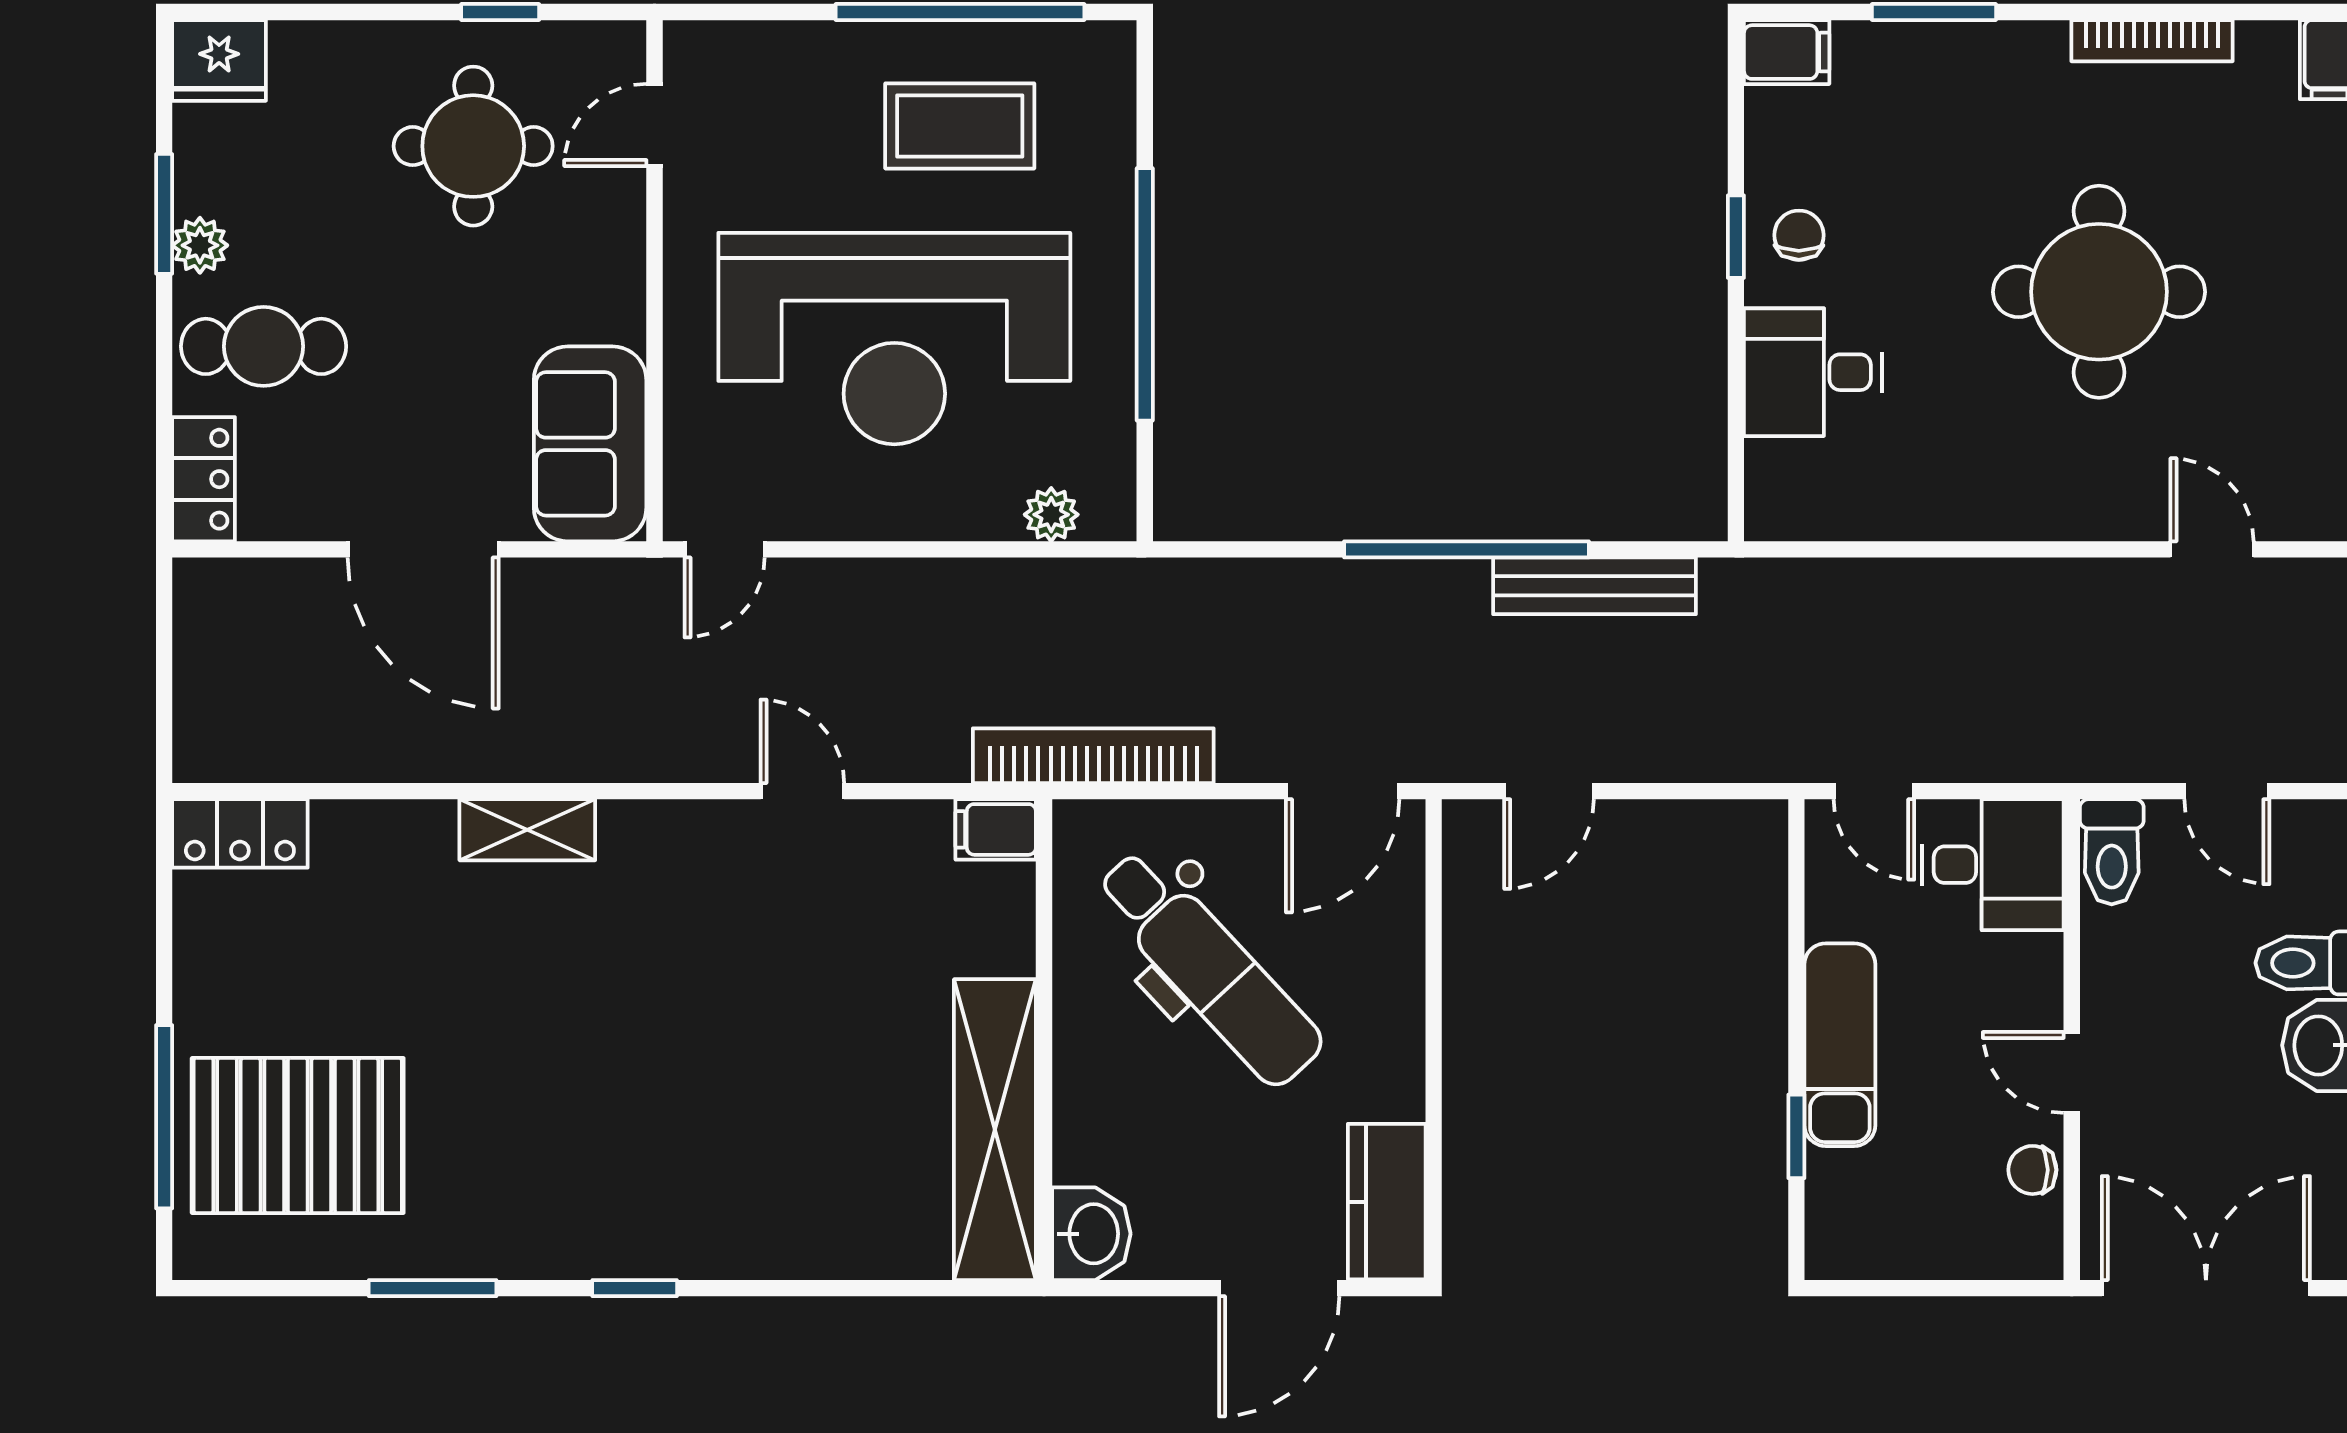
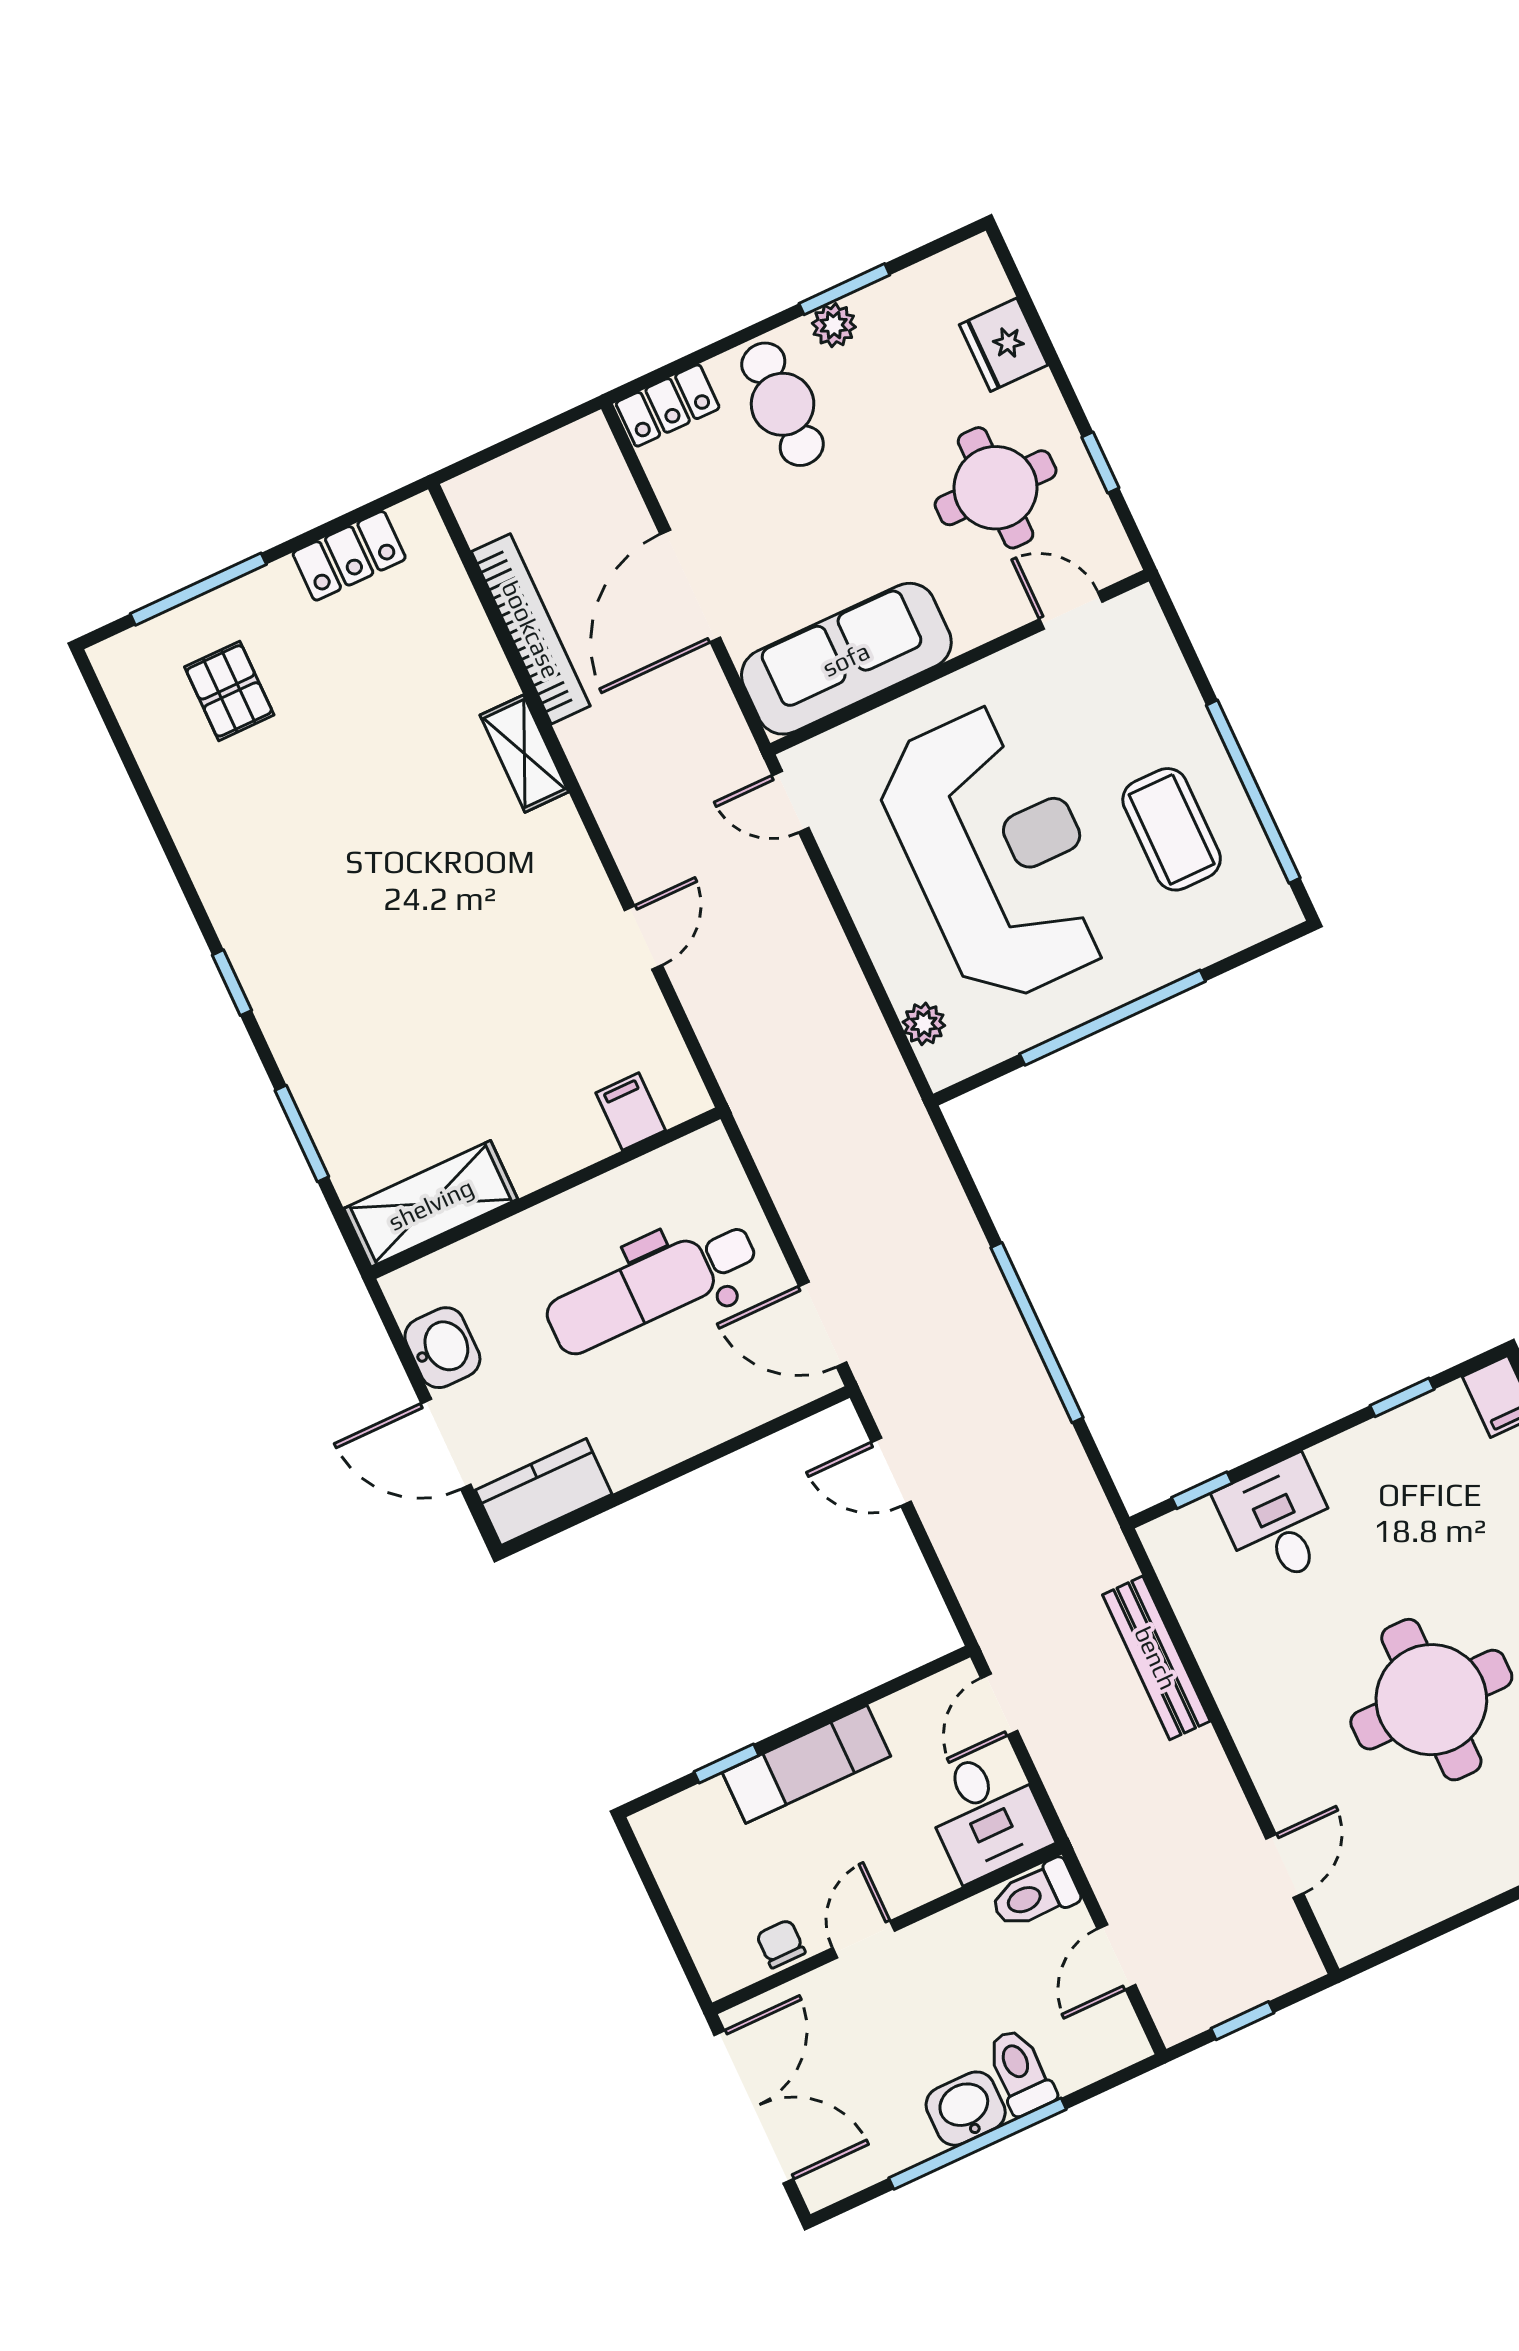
fridge: (219, 60) -> (1004, 345), moved
chair: (1799, 235) -> (1372, 1466), removed
window: (1736, 237) -> (1402, 1397), moved
reception desk: (894, 339) -> (998, 853), turned 180
sofa: (590, 444) -> (846, 659), width x1.36
window: (1736, 444) -> (1202, 1490), added
bench: (1595, 586) -> (1156, 1658), moved
bookcase: (1093, 756) -> (531, 629), moved
filing cabinet: (996, 829) -> (631, 1112), moved
locker: (240, 833) -> (349, 556), moved, turned -90
dental chair: (1209, 968) -> (652, 1287), turned 43
shelving: (995, 1130) -> (431, 1204), width x0.68
pallet: (298, 1136) -> (229, 691), width x0.49, depth x0.50
washbasin: (1091, 1234) -> (442, 1348), moved, turned -90
window: (433, 1288) -> (302, 1134), moved

